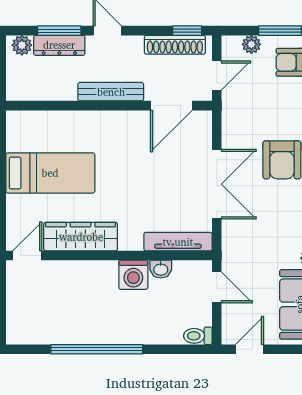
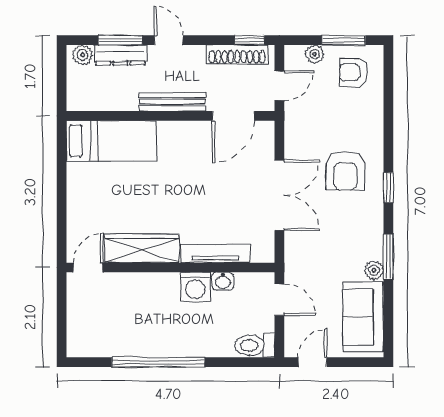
bed: (50, 173) -> (111, 141), moved
tv unit: (178, 242) -> (215, 253), moved
toilet: (198, 336) -> (255, 345), width x1.37, depth x1.39

